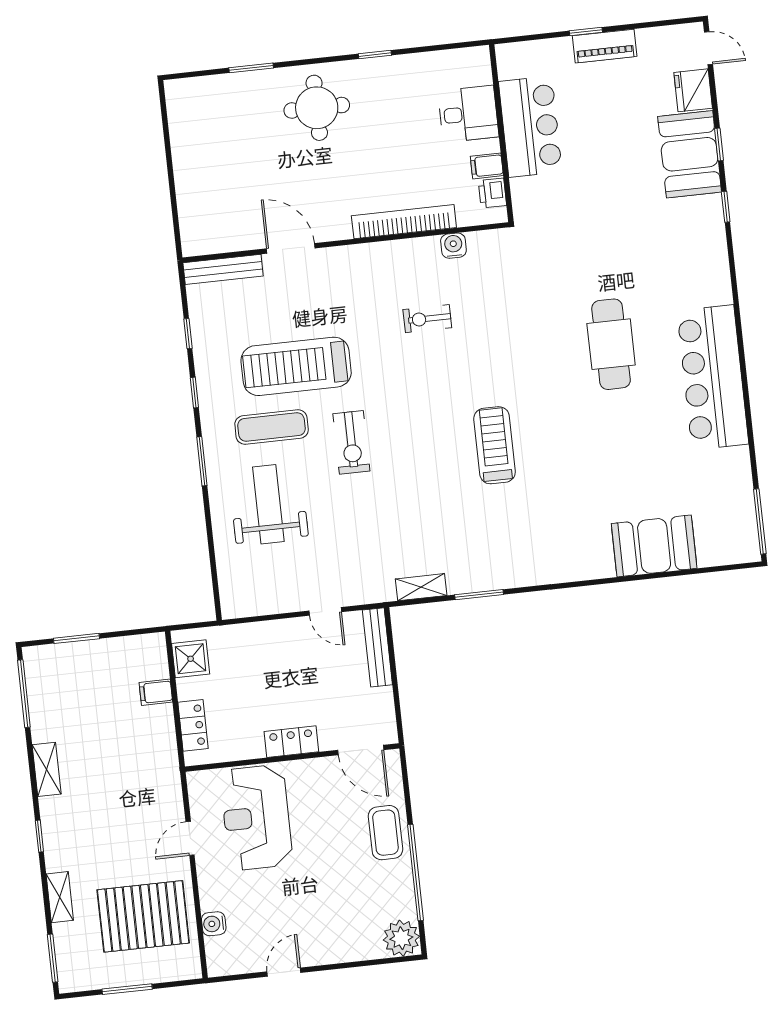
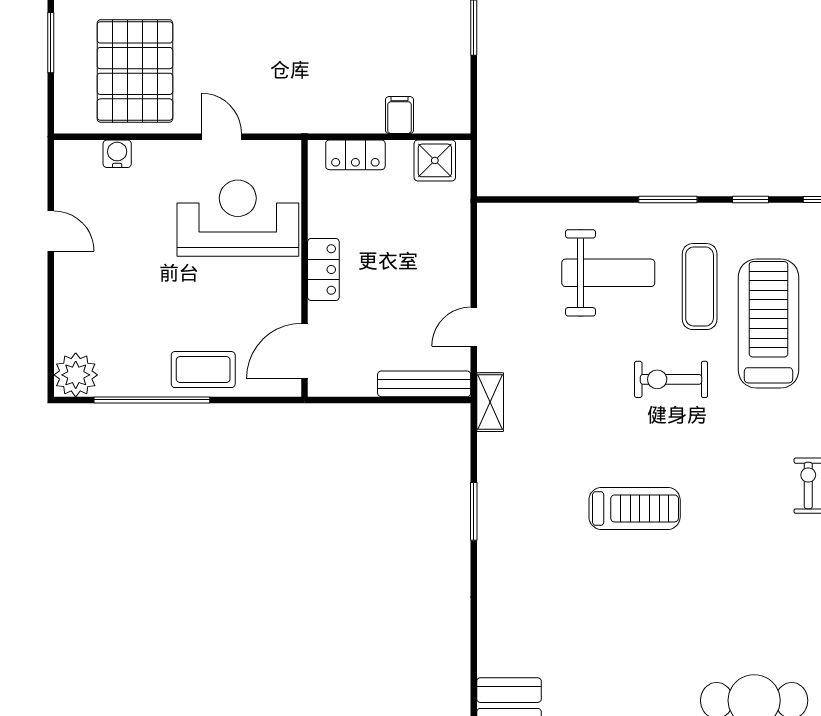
treadmill: (495, 445) -> (635, 508), moved
shelving: (421, 587) -> (490, 402), moved

